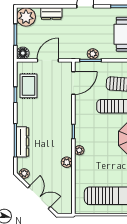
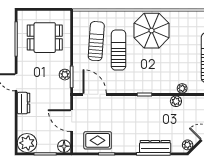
dresser: (51, 14) -> (24, 103), moved
plant: (79, 150) -> (182, 88), moved

